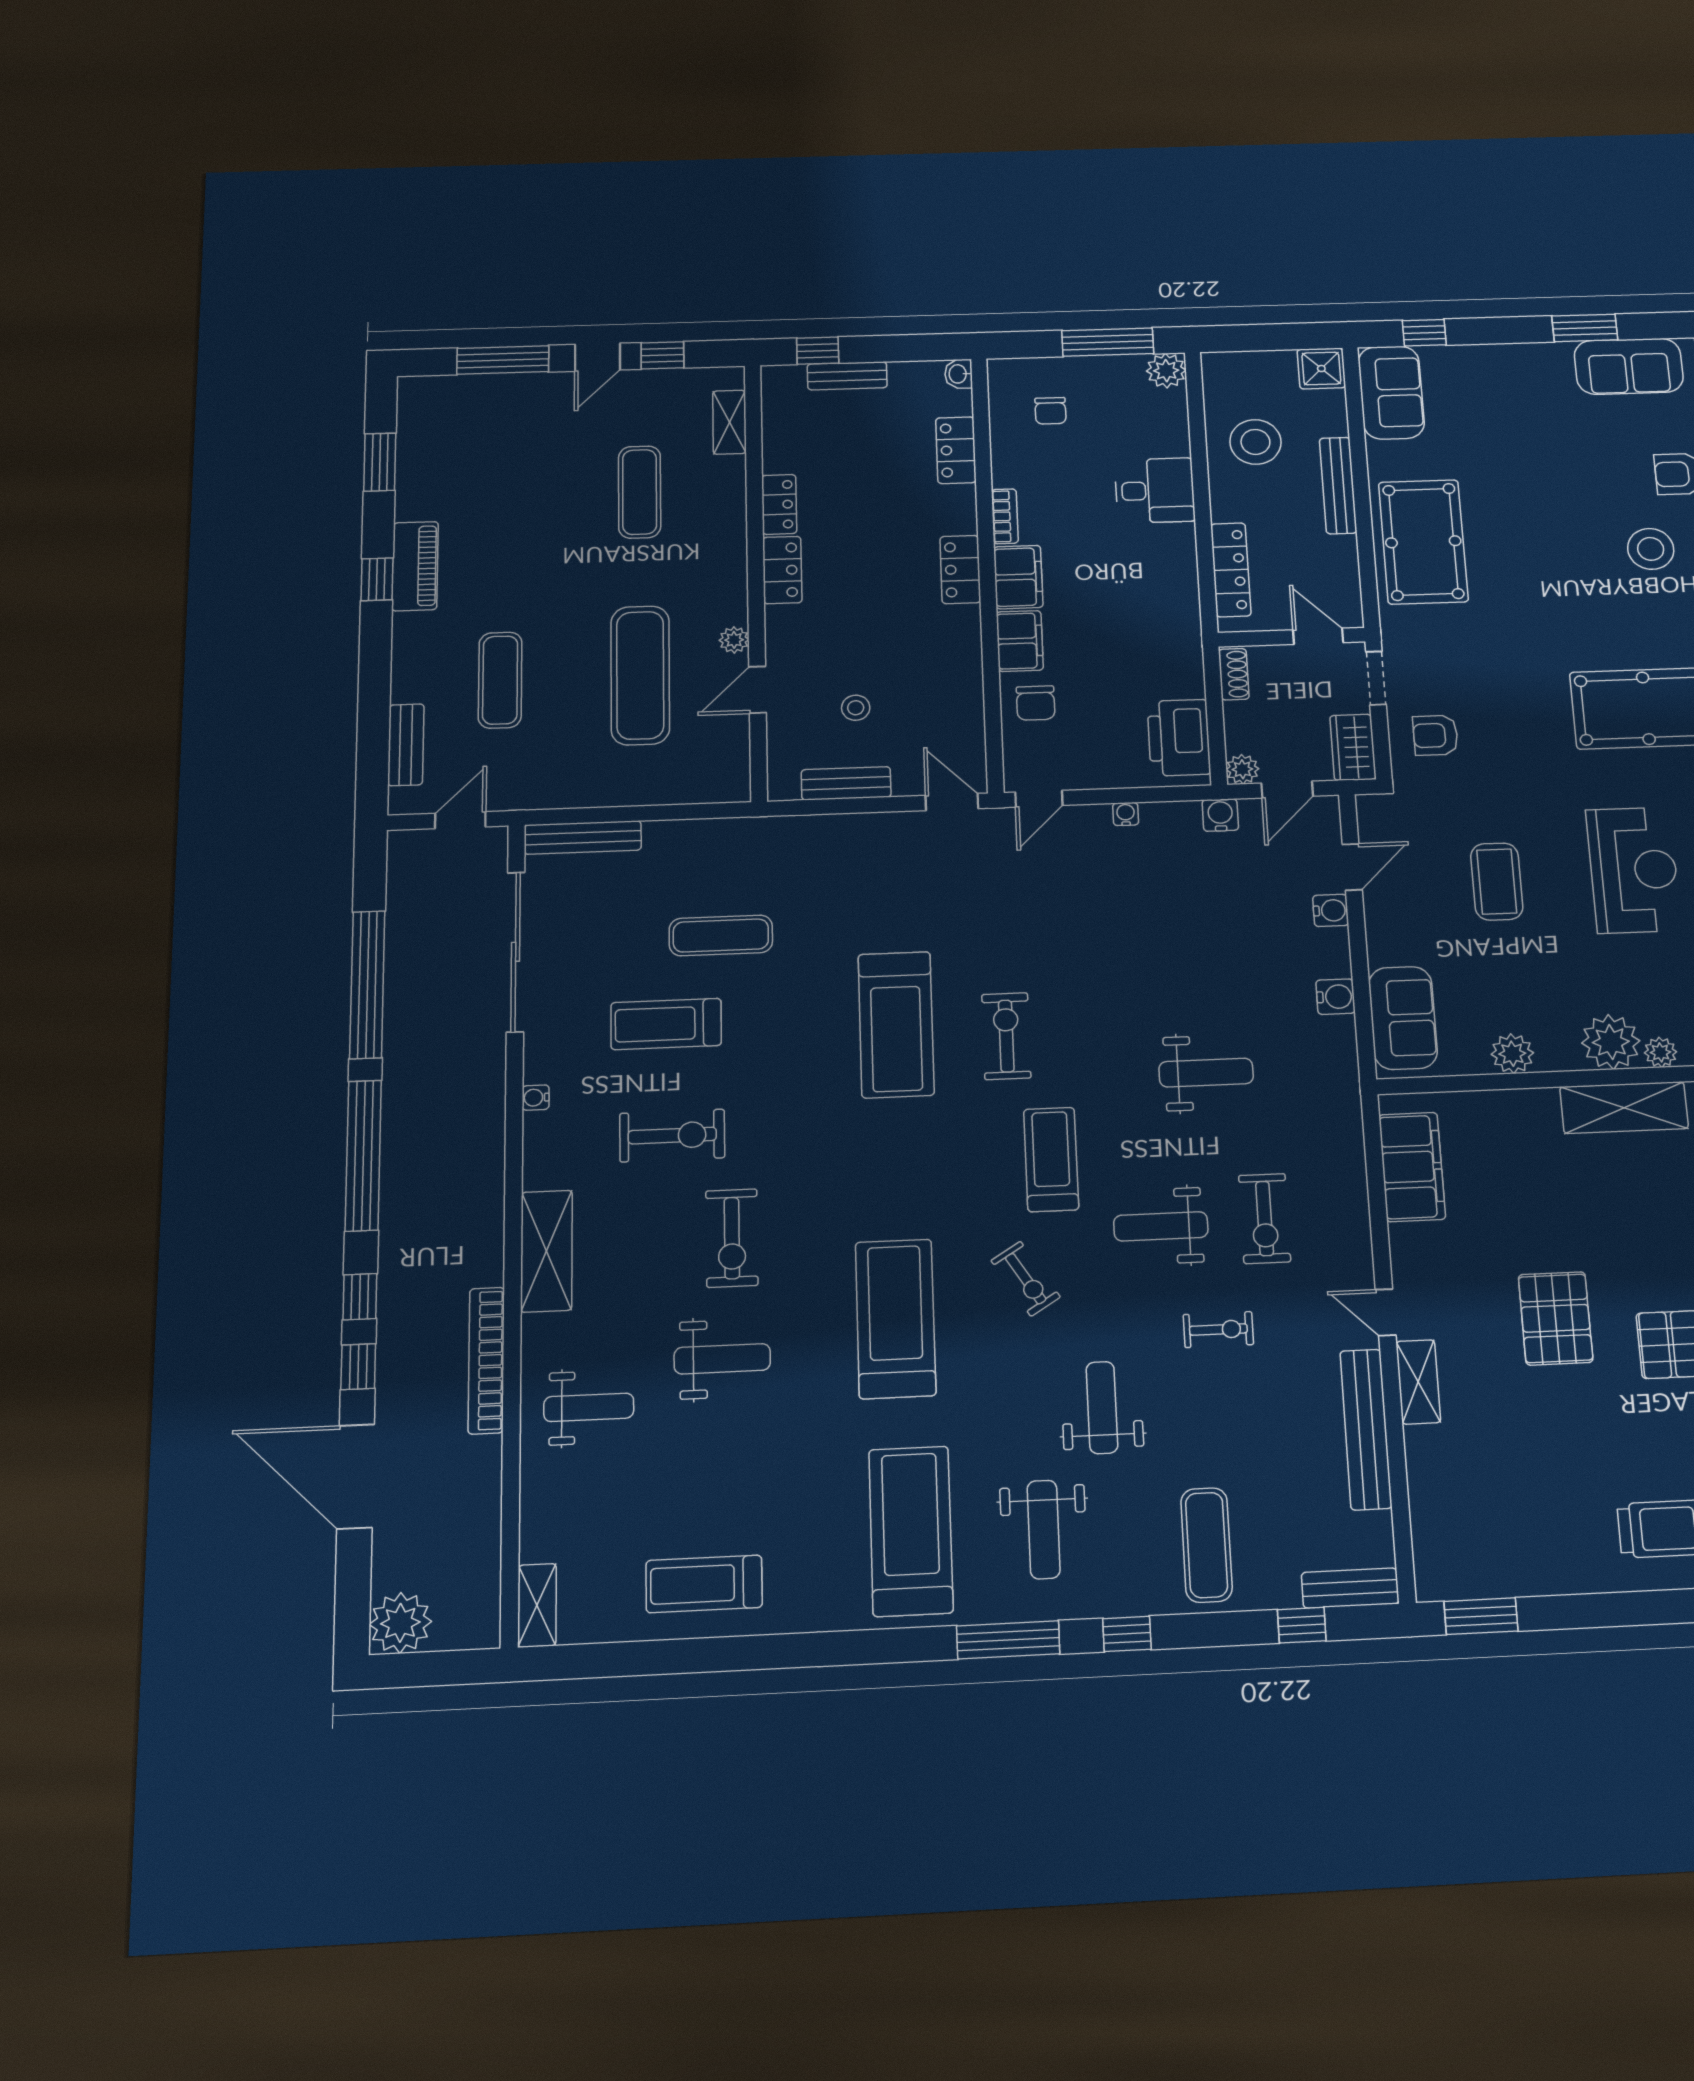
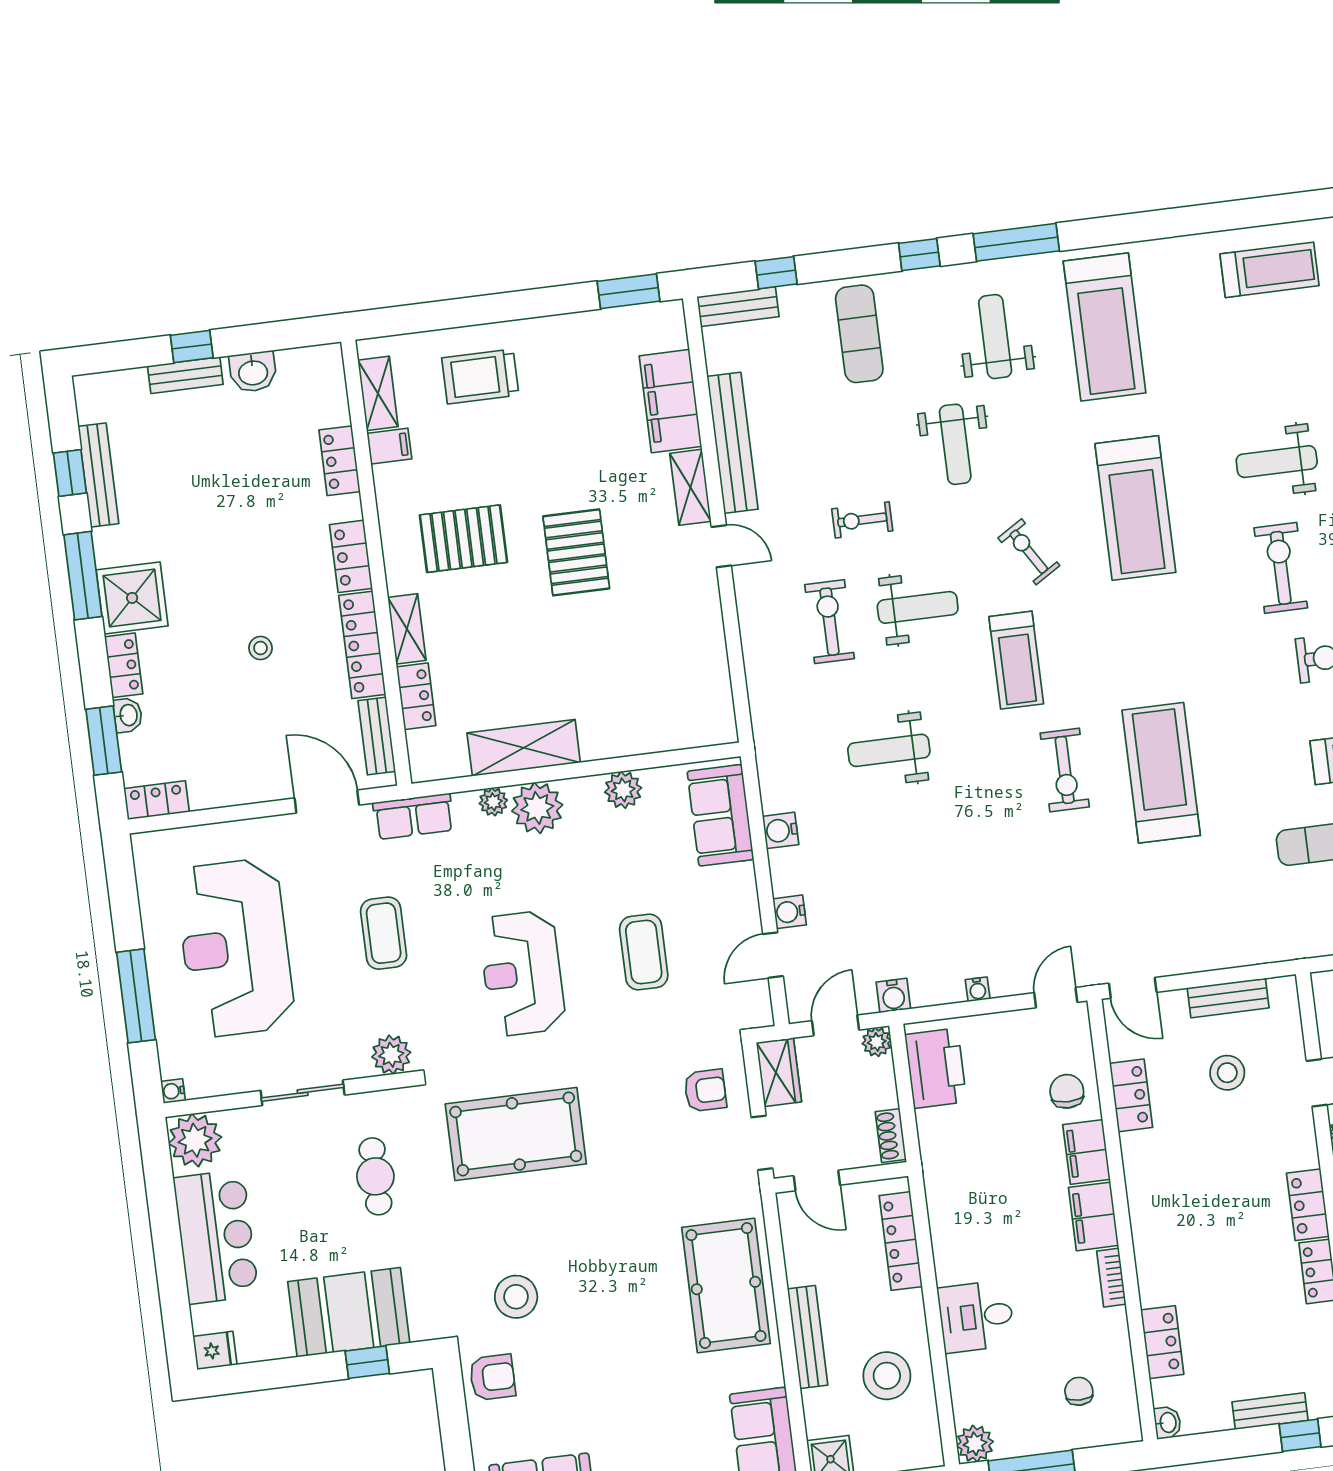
locker: (960, 569) -> (1131, 1095), moved
stool: (856, 708) -> (1227, 1073), width x1.37, depth x1.37
filing cabinet: (1412, 1167) -> (670, 401), moved

